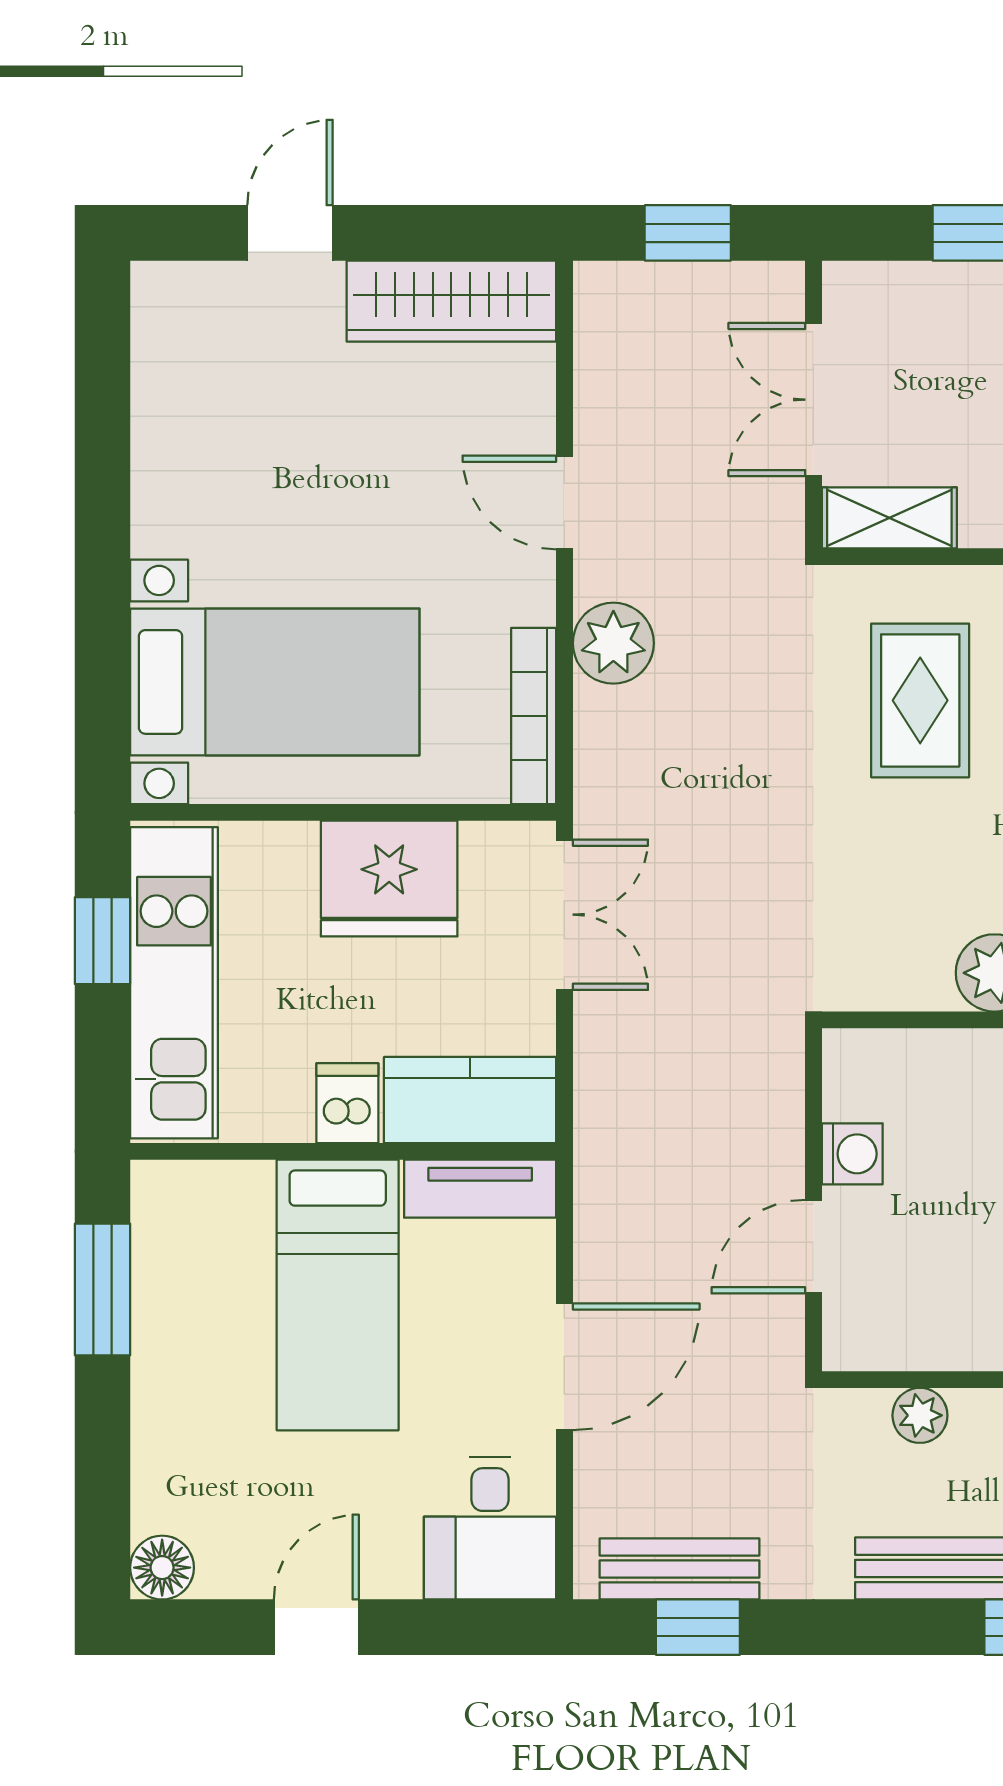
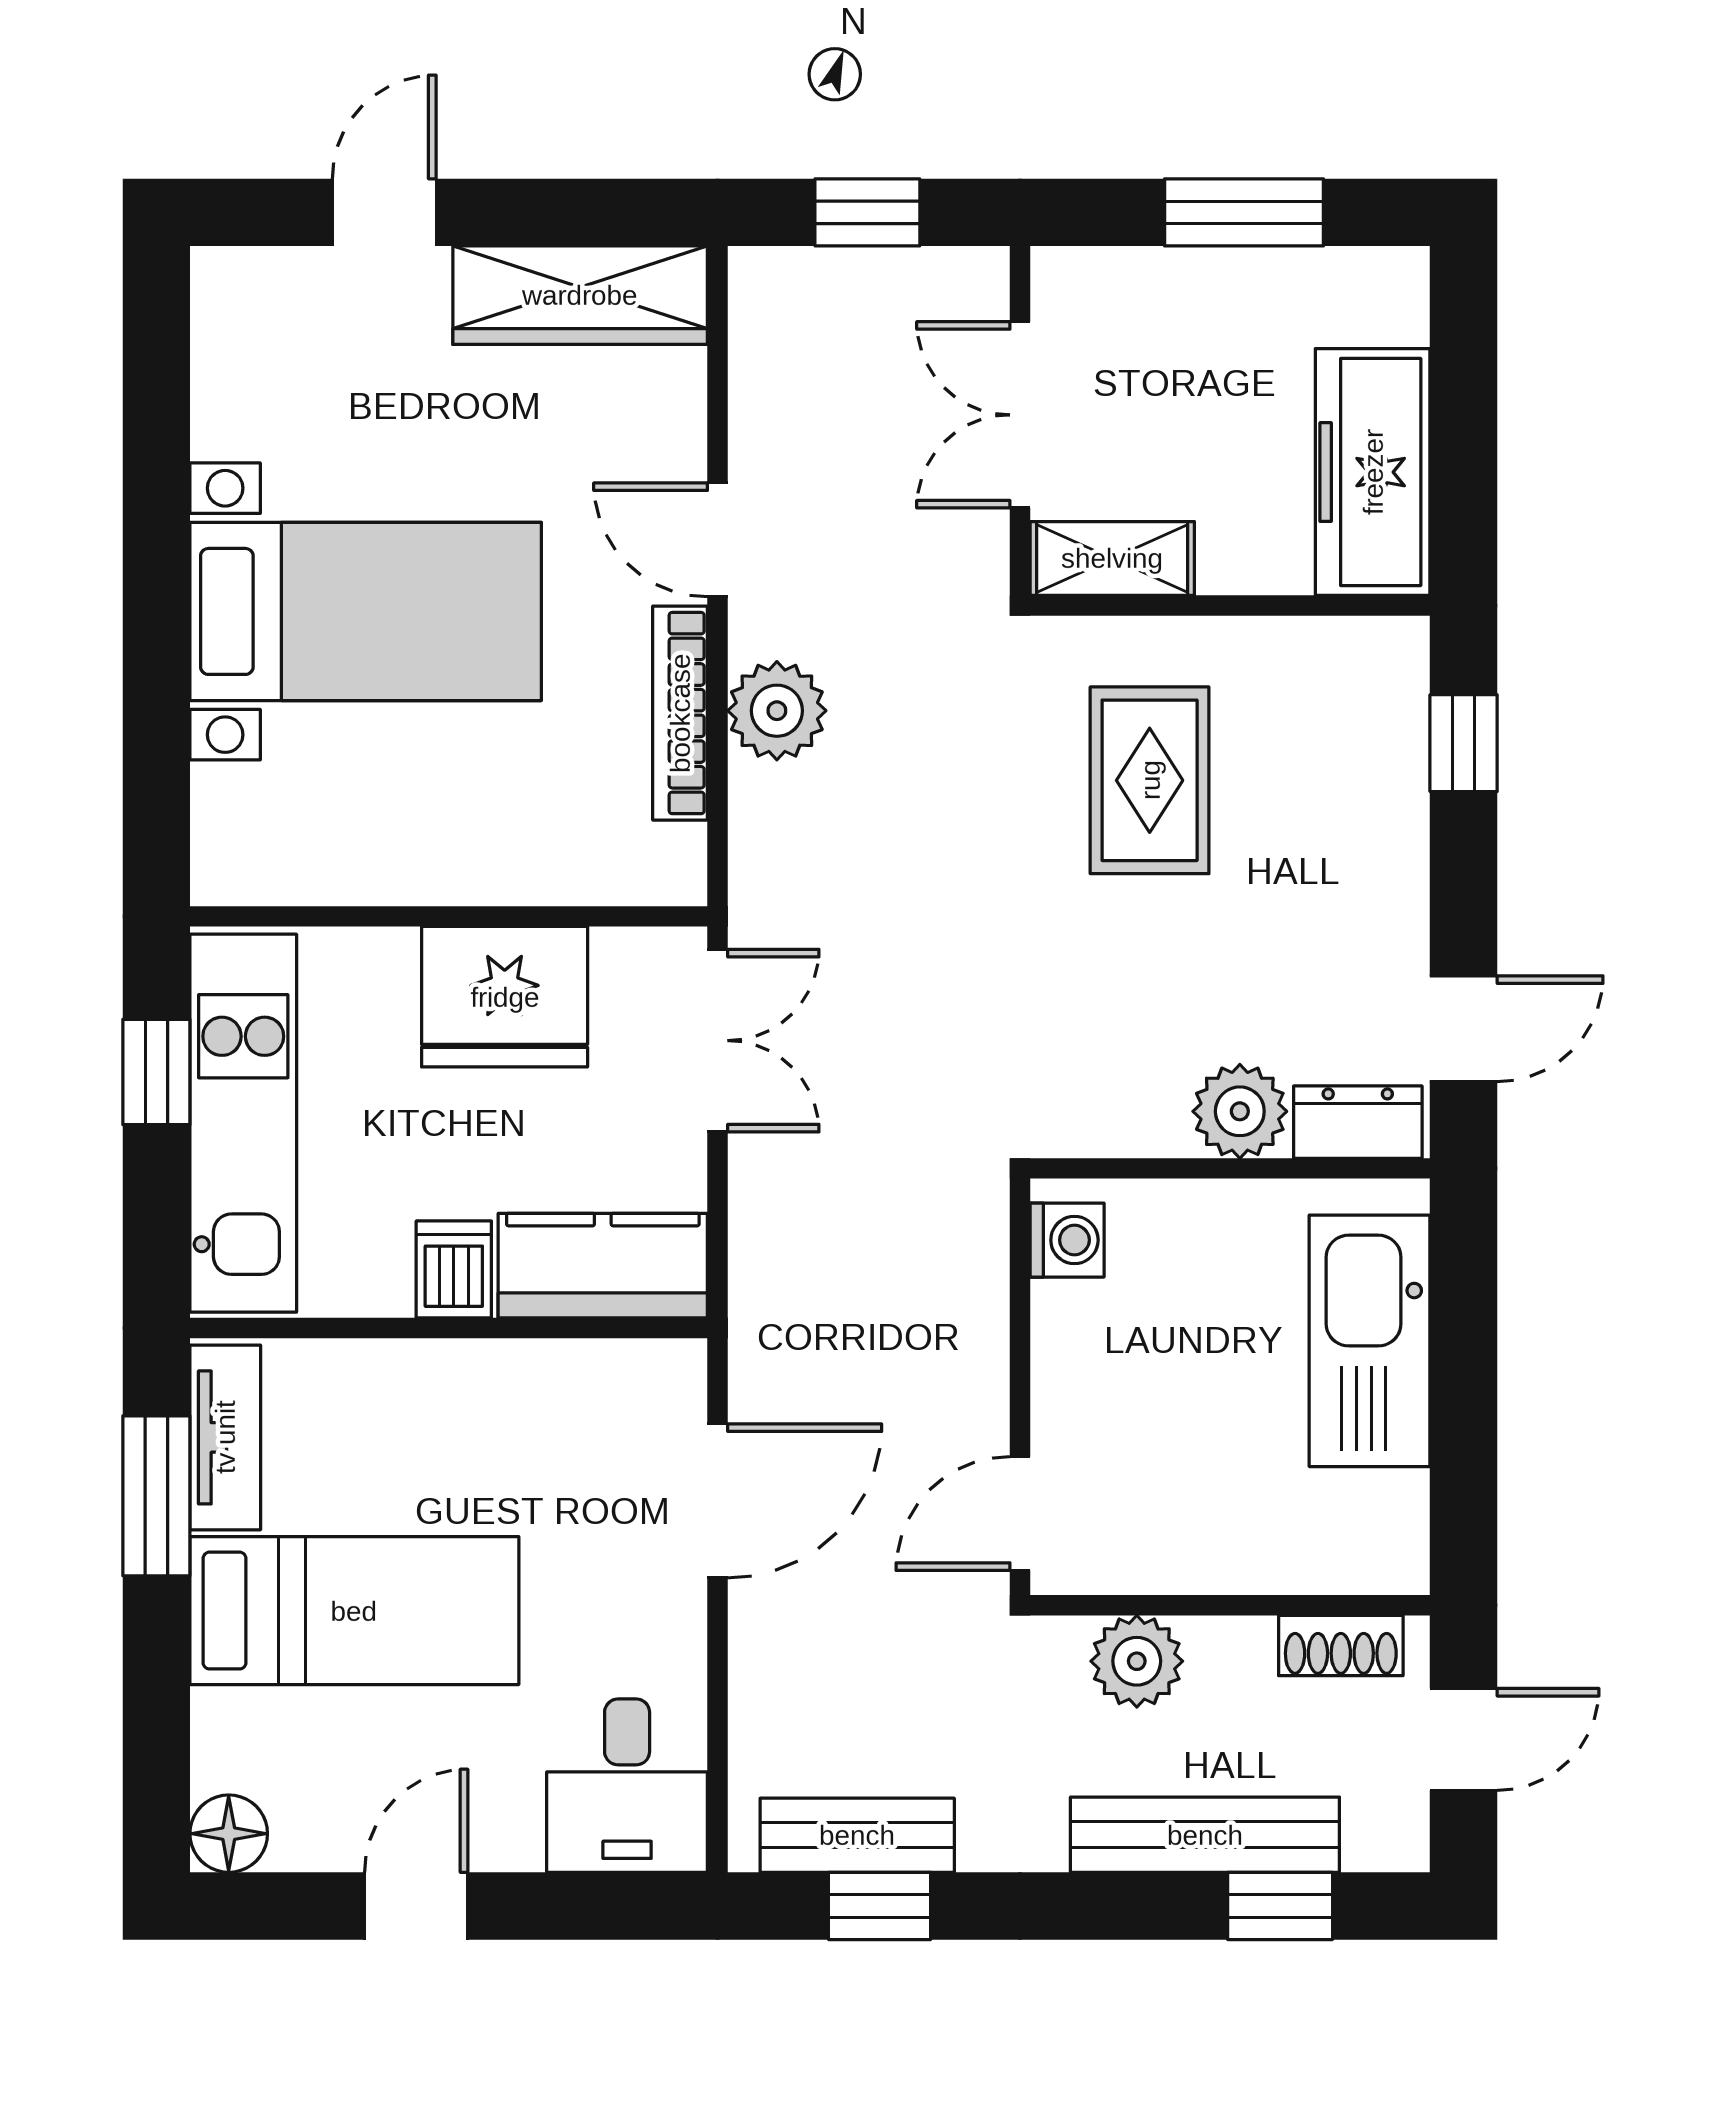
bed with nightstands: (275, 682) -> (366, 611), moved
bookcase: (534, 716) -> (680, 713), moved
washing machine: (852, 1154) -> (1067, 1240), moved
tv unit: (480, 1189) -> (225, 1437), moved, turned -90
door: (813, 1247) -> (1020, 1514), moved
bed: (338, 1295) -> (354, 1611), moved, turned -90
door: (564, 1367) -> (718, 1501), moved
plant: (920, 1415) -> (1137, 1661), width x1.38, depth x1.38

